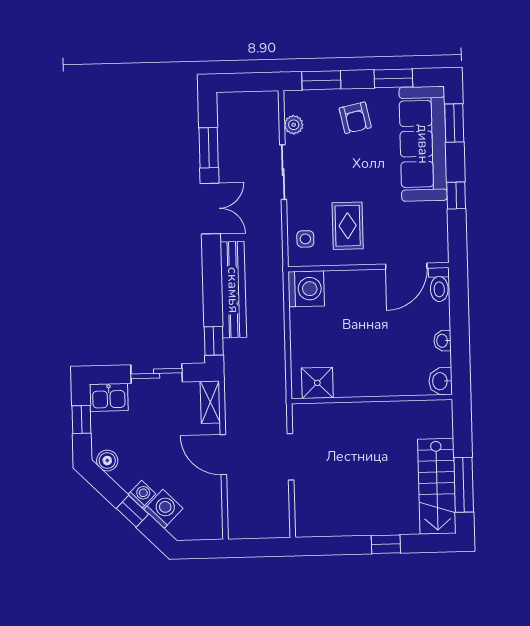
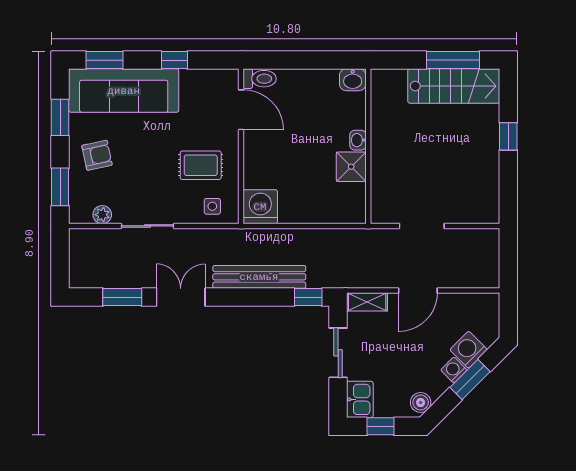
washbasin: (443, 341) -> (358, 140), moved, turned 90
shower: (317, 383) -> (351, 167), moved
window: (132, 511) -> (470, 380), width x1.50

